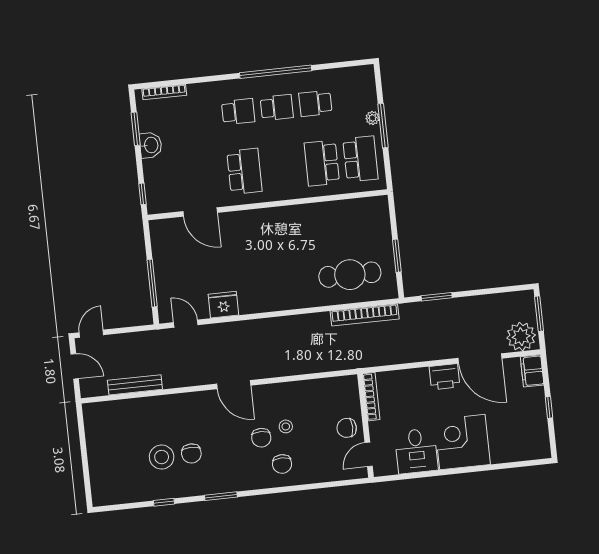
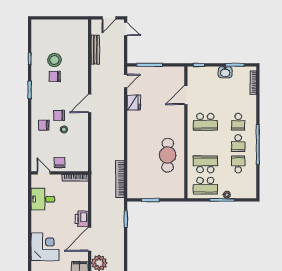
cafe table: (350, 275) -> (168, 155), moved
corner desk: (462, 442) -> (45, 247), moved

